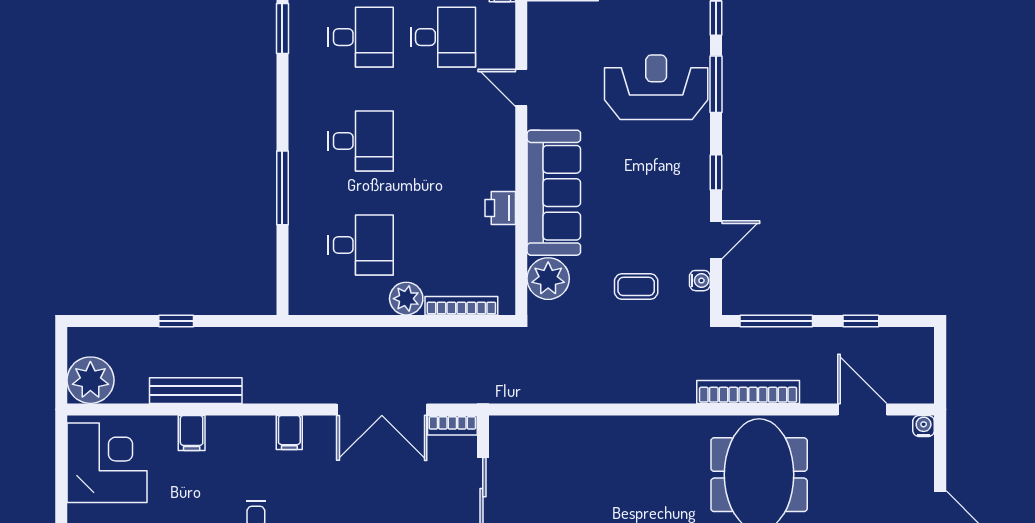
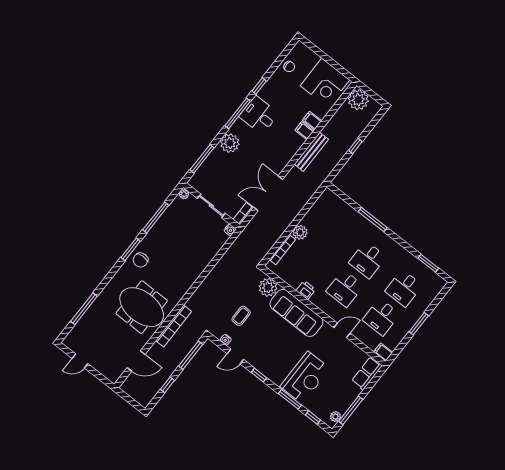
door: (716, 240) -> (235, 357), hinge flipped
desk: (361, 245) -> (345, 288), moved
bench: (196, 391) -> (311, 152), moved
water cooler: (924, 426) -> (230, 230), moved
filing cabinet: (289, 432) -> (304, 131), moved

